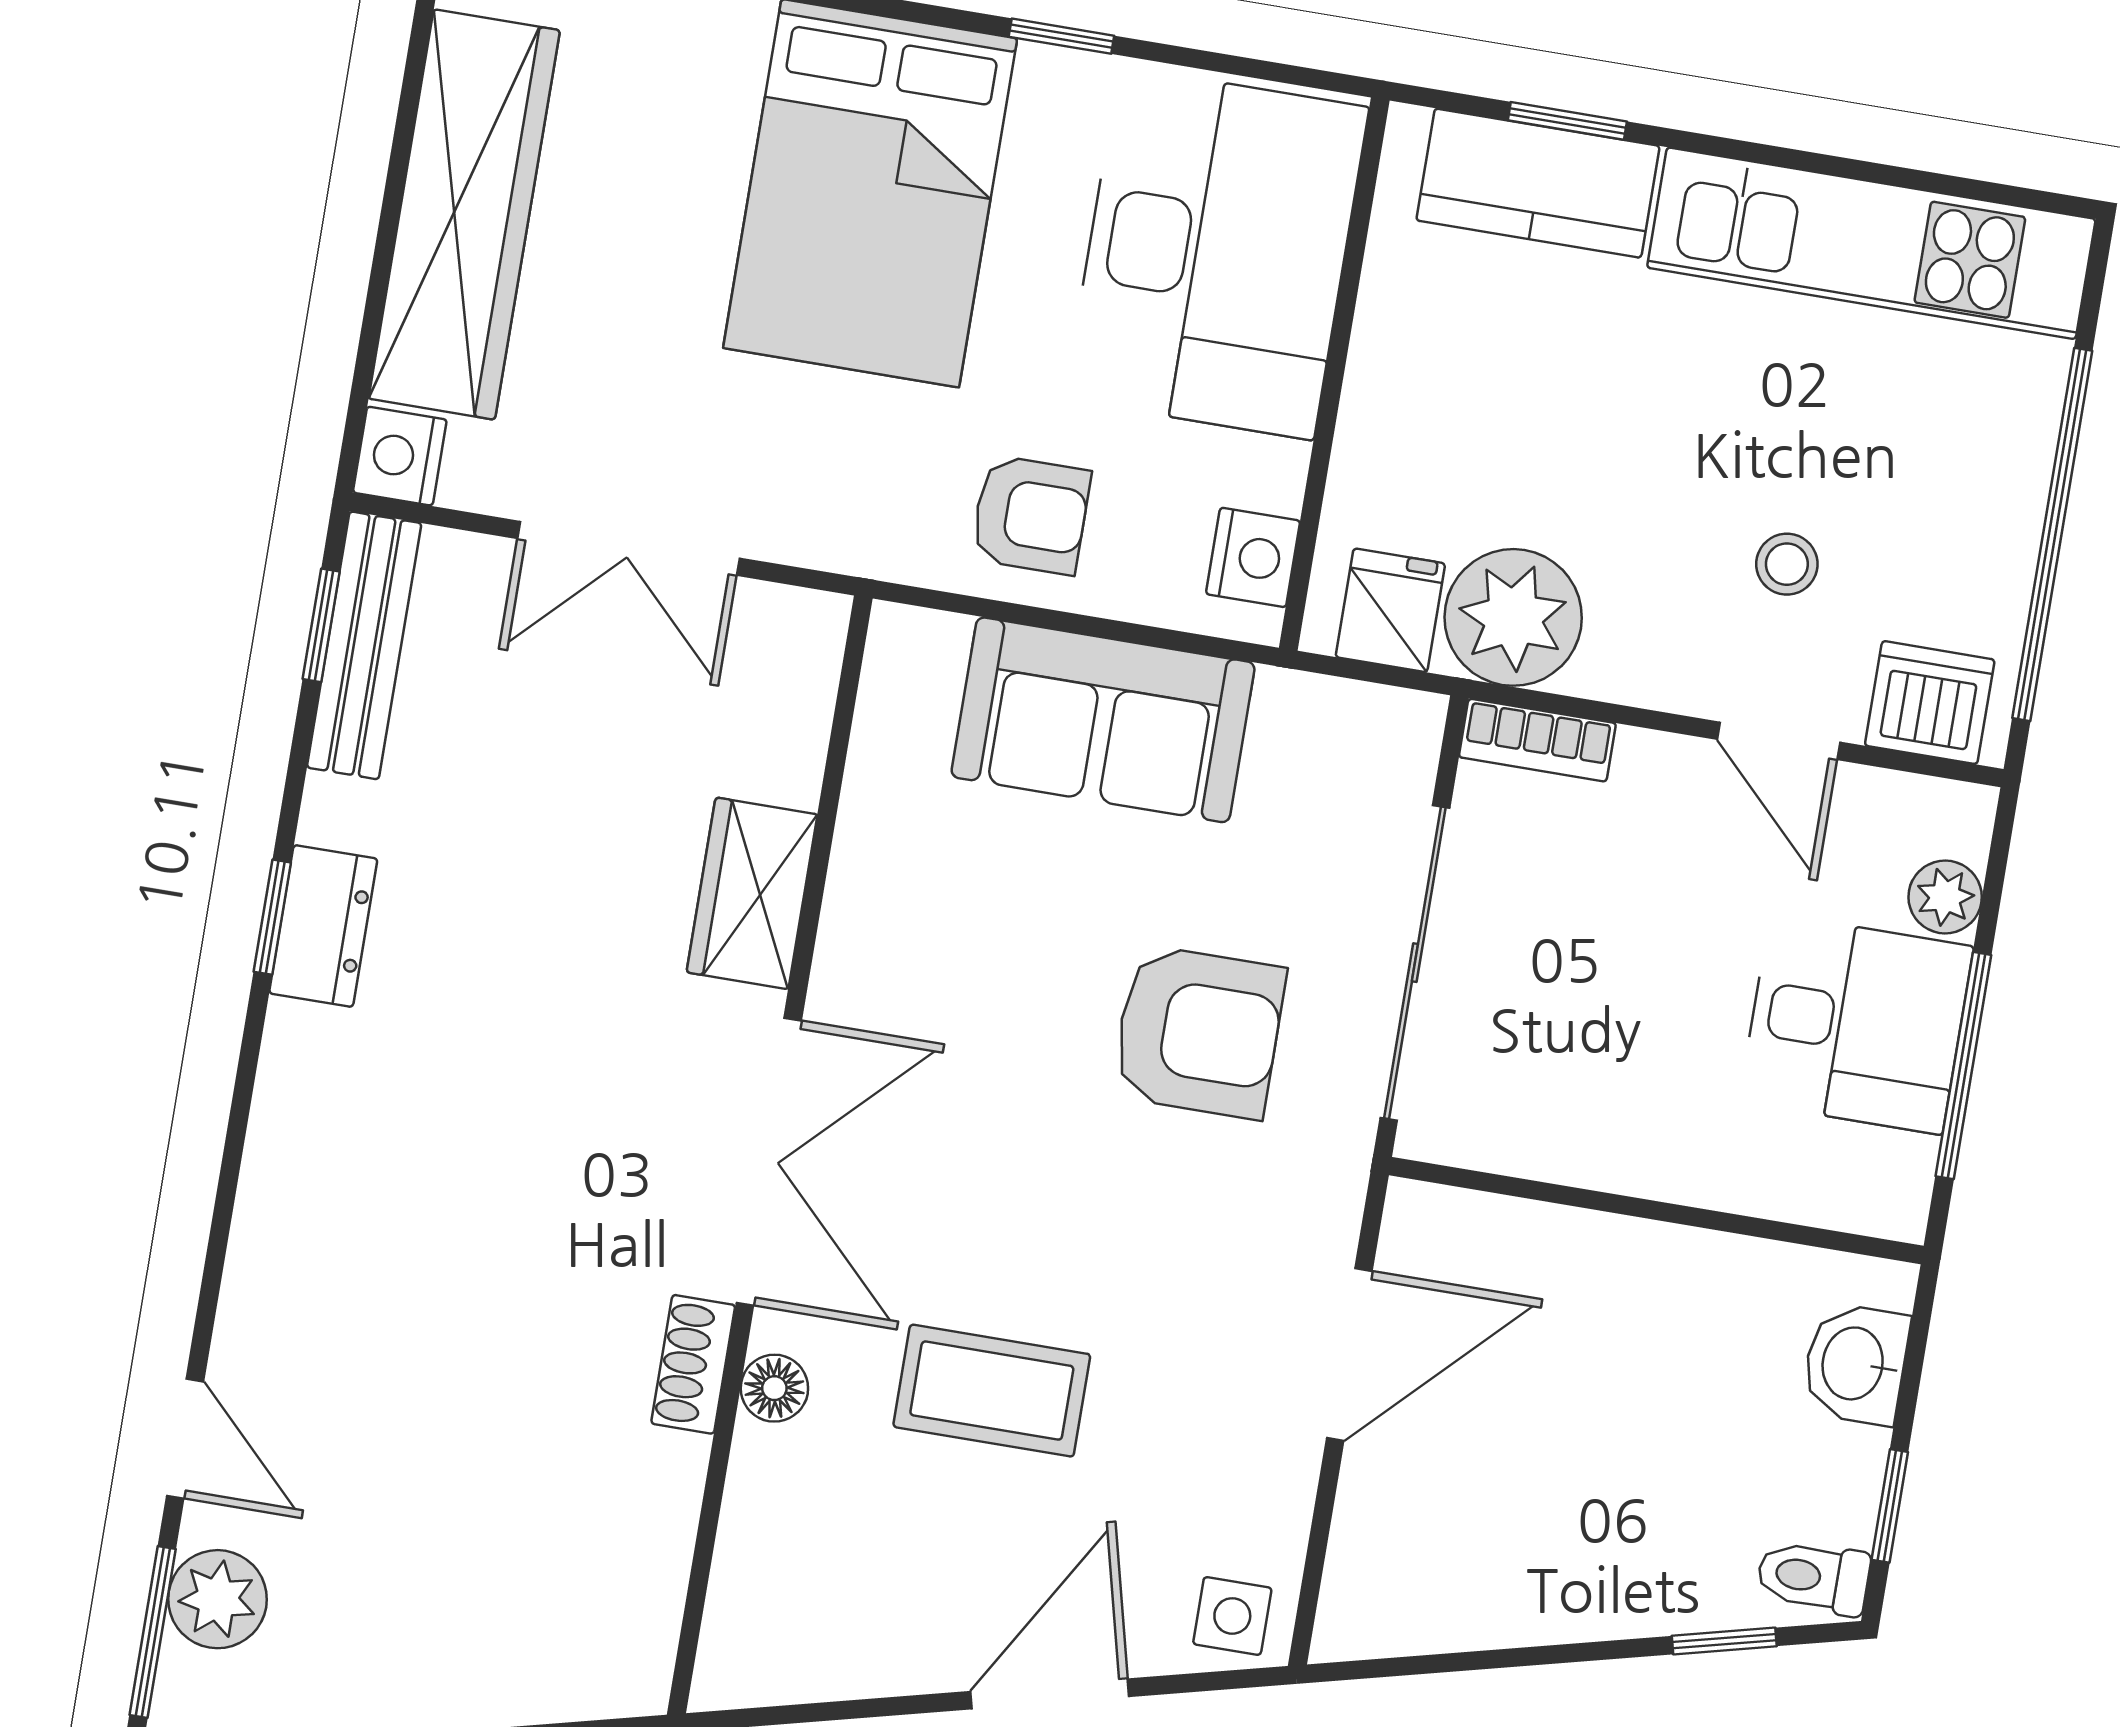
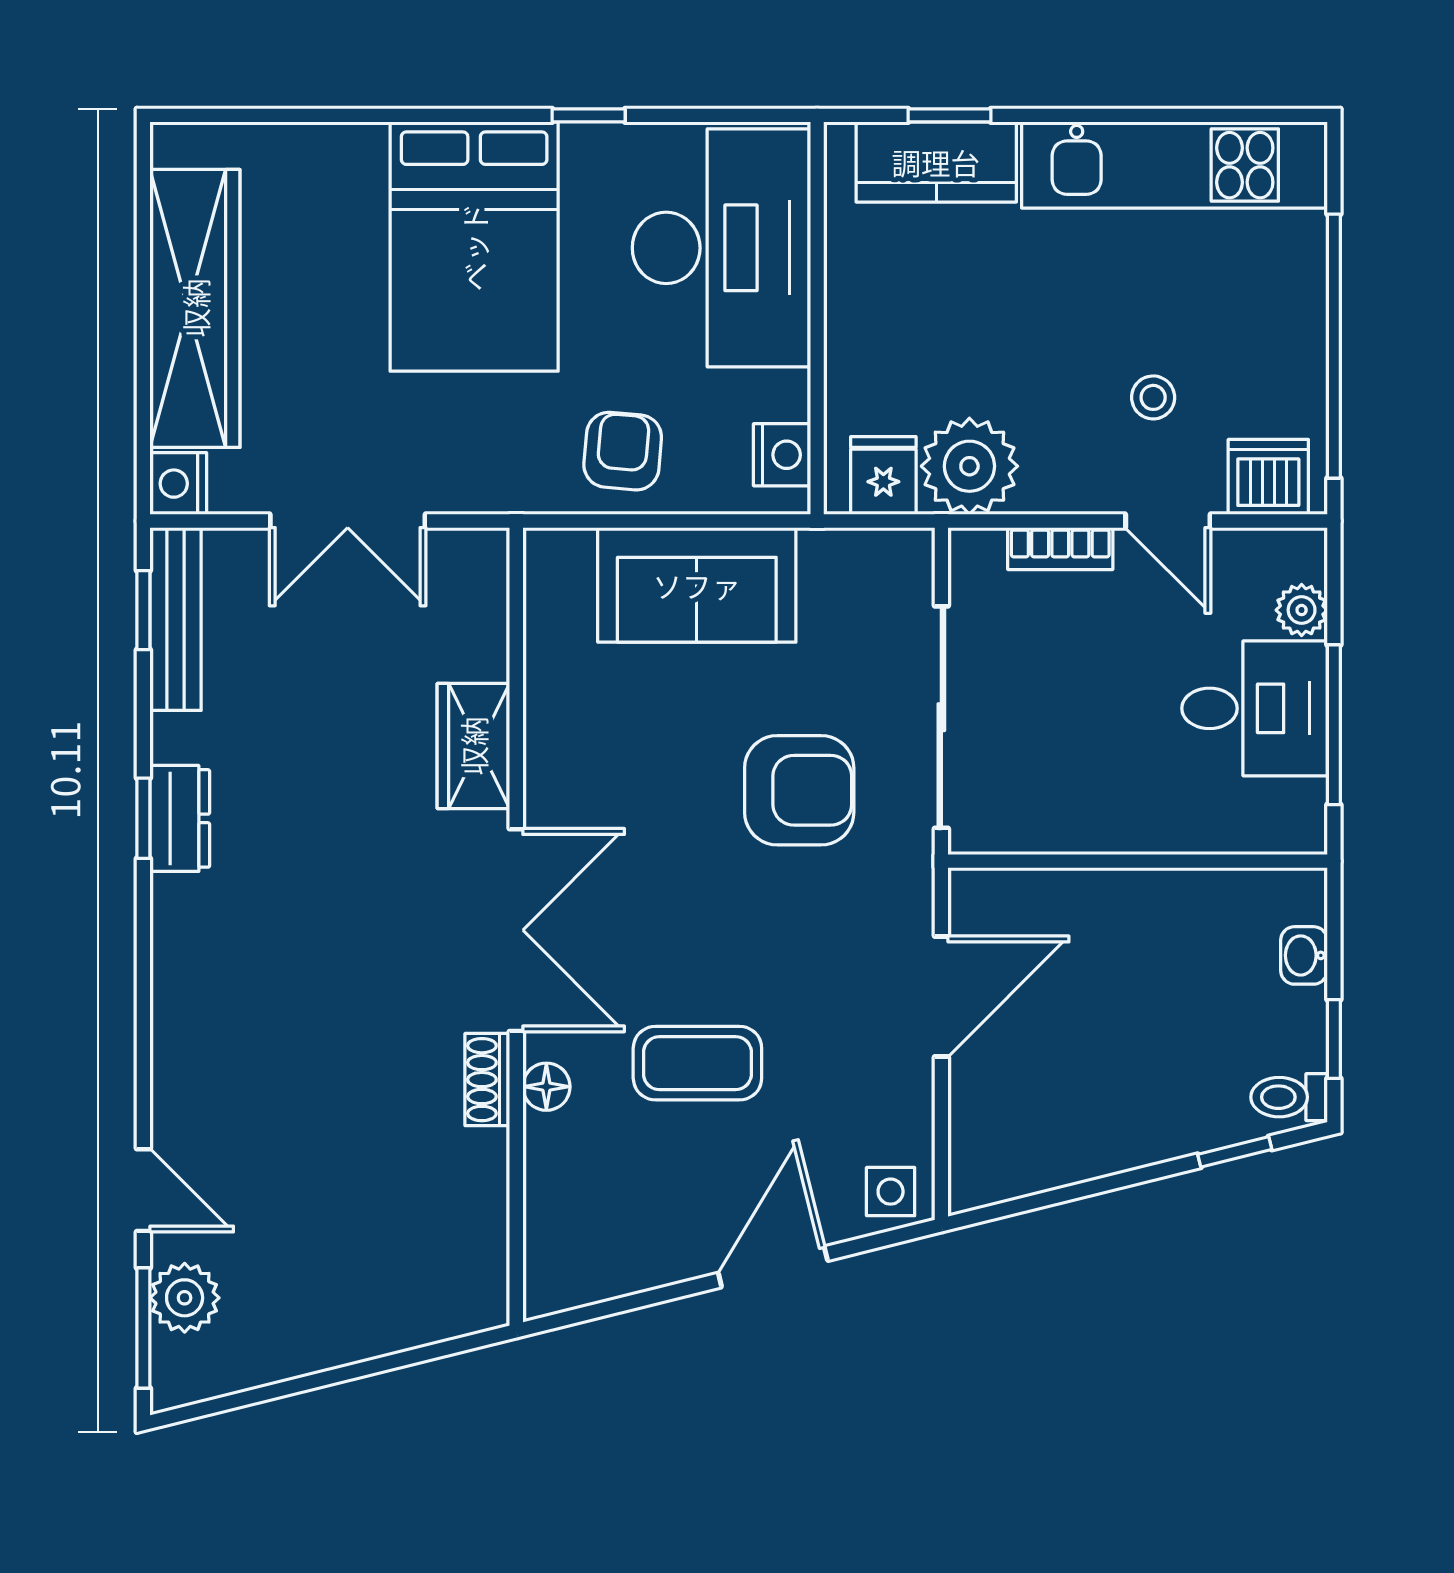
armchair: (1031, 515) -> (623, 451), turned -85
bookcase: (1537, 740) -> (1060, 549), moved
washbasin: (1855, 1364) -> (1304, 955), width x0.72, depth x0.69

